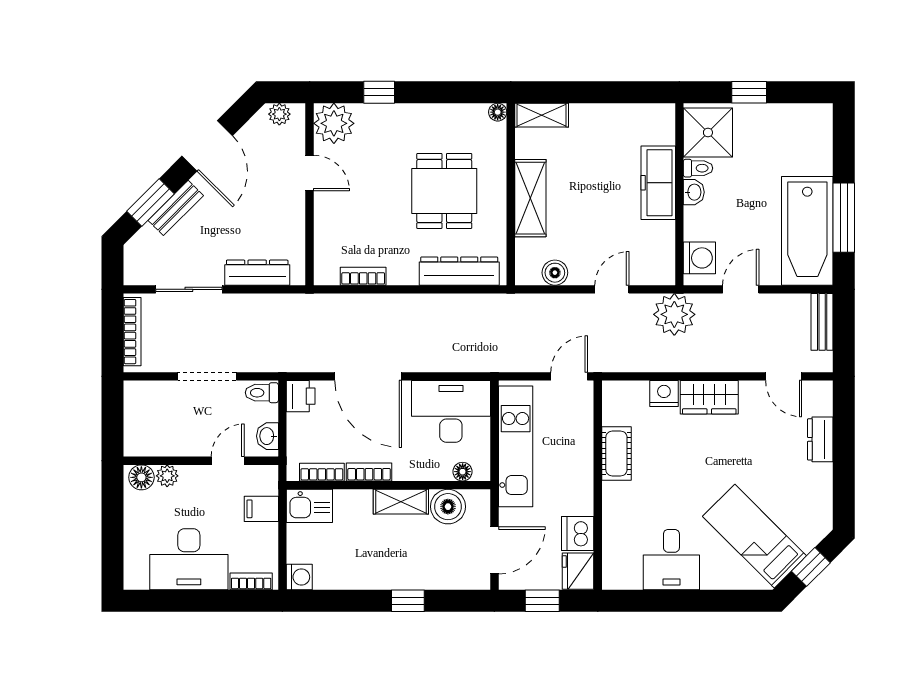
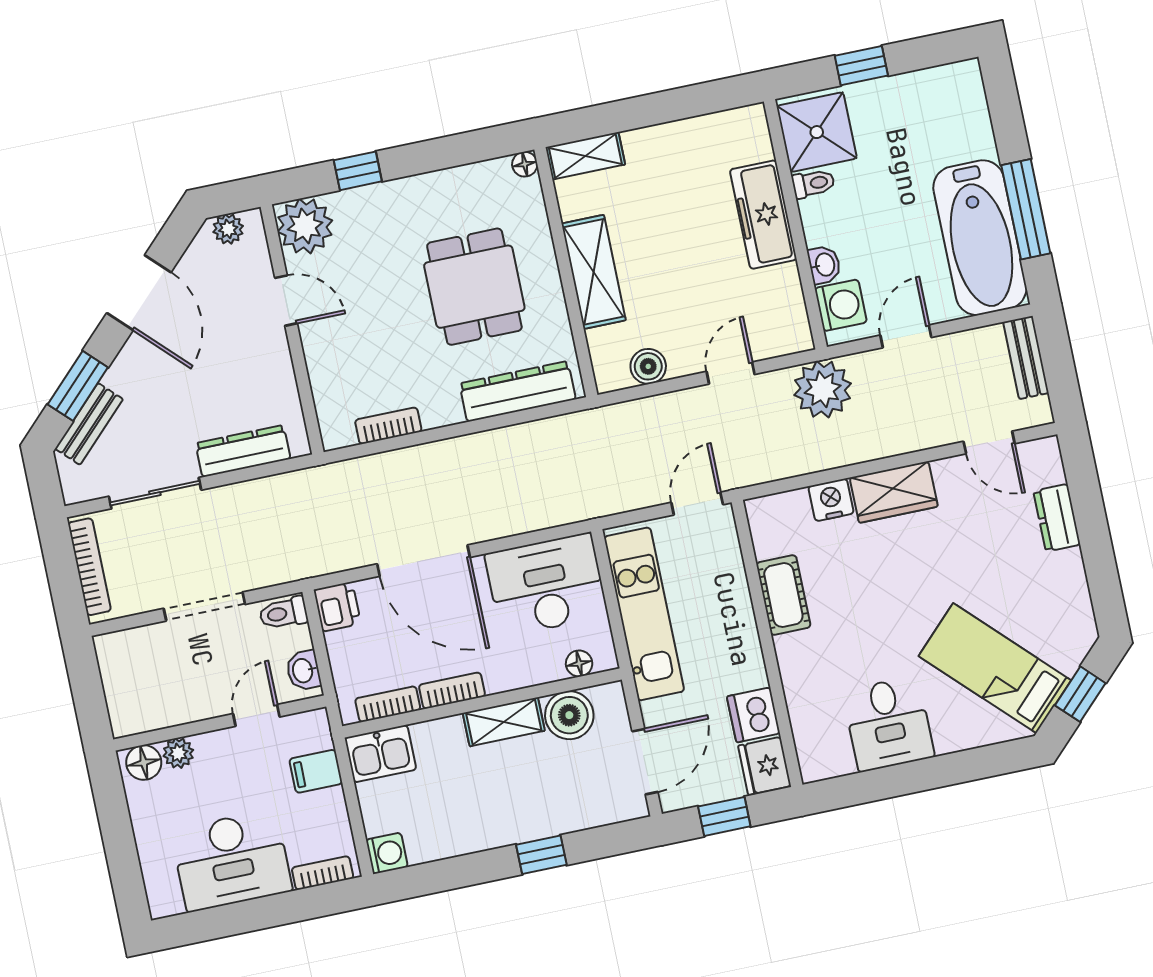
washbasin: (694, 192) -> (824, 265), moved
bench: (176, 208) -> (89, 424), moved

